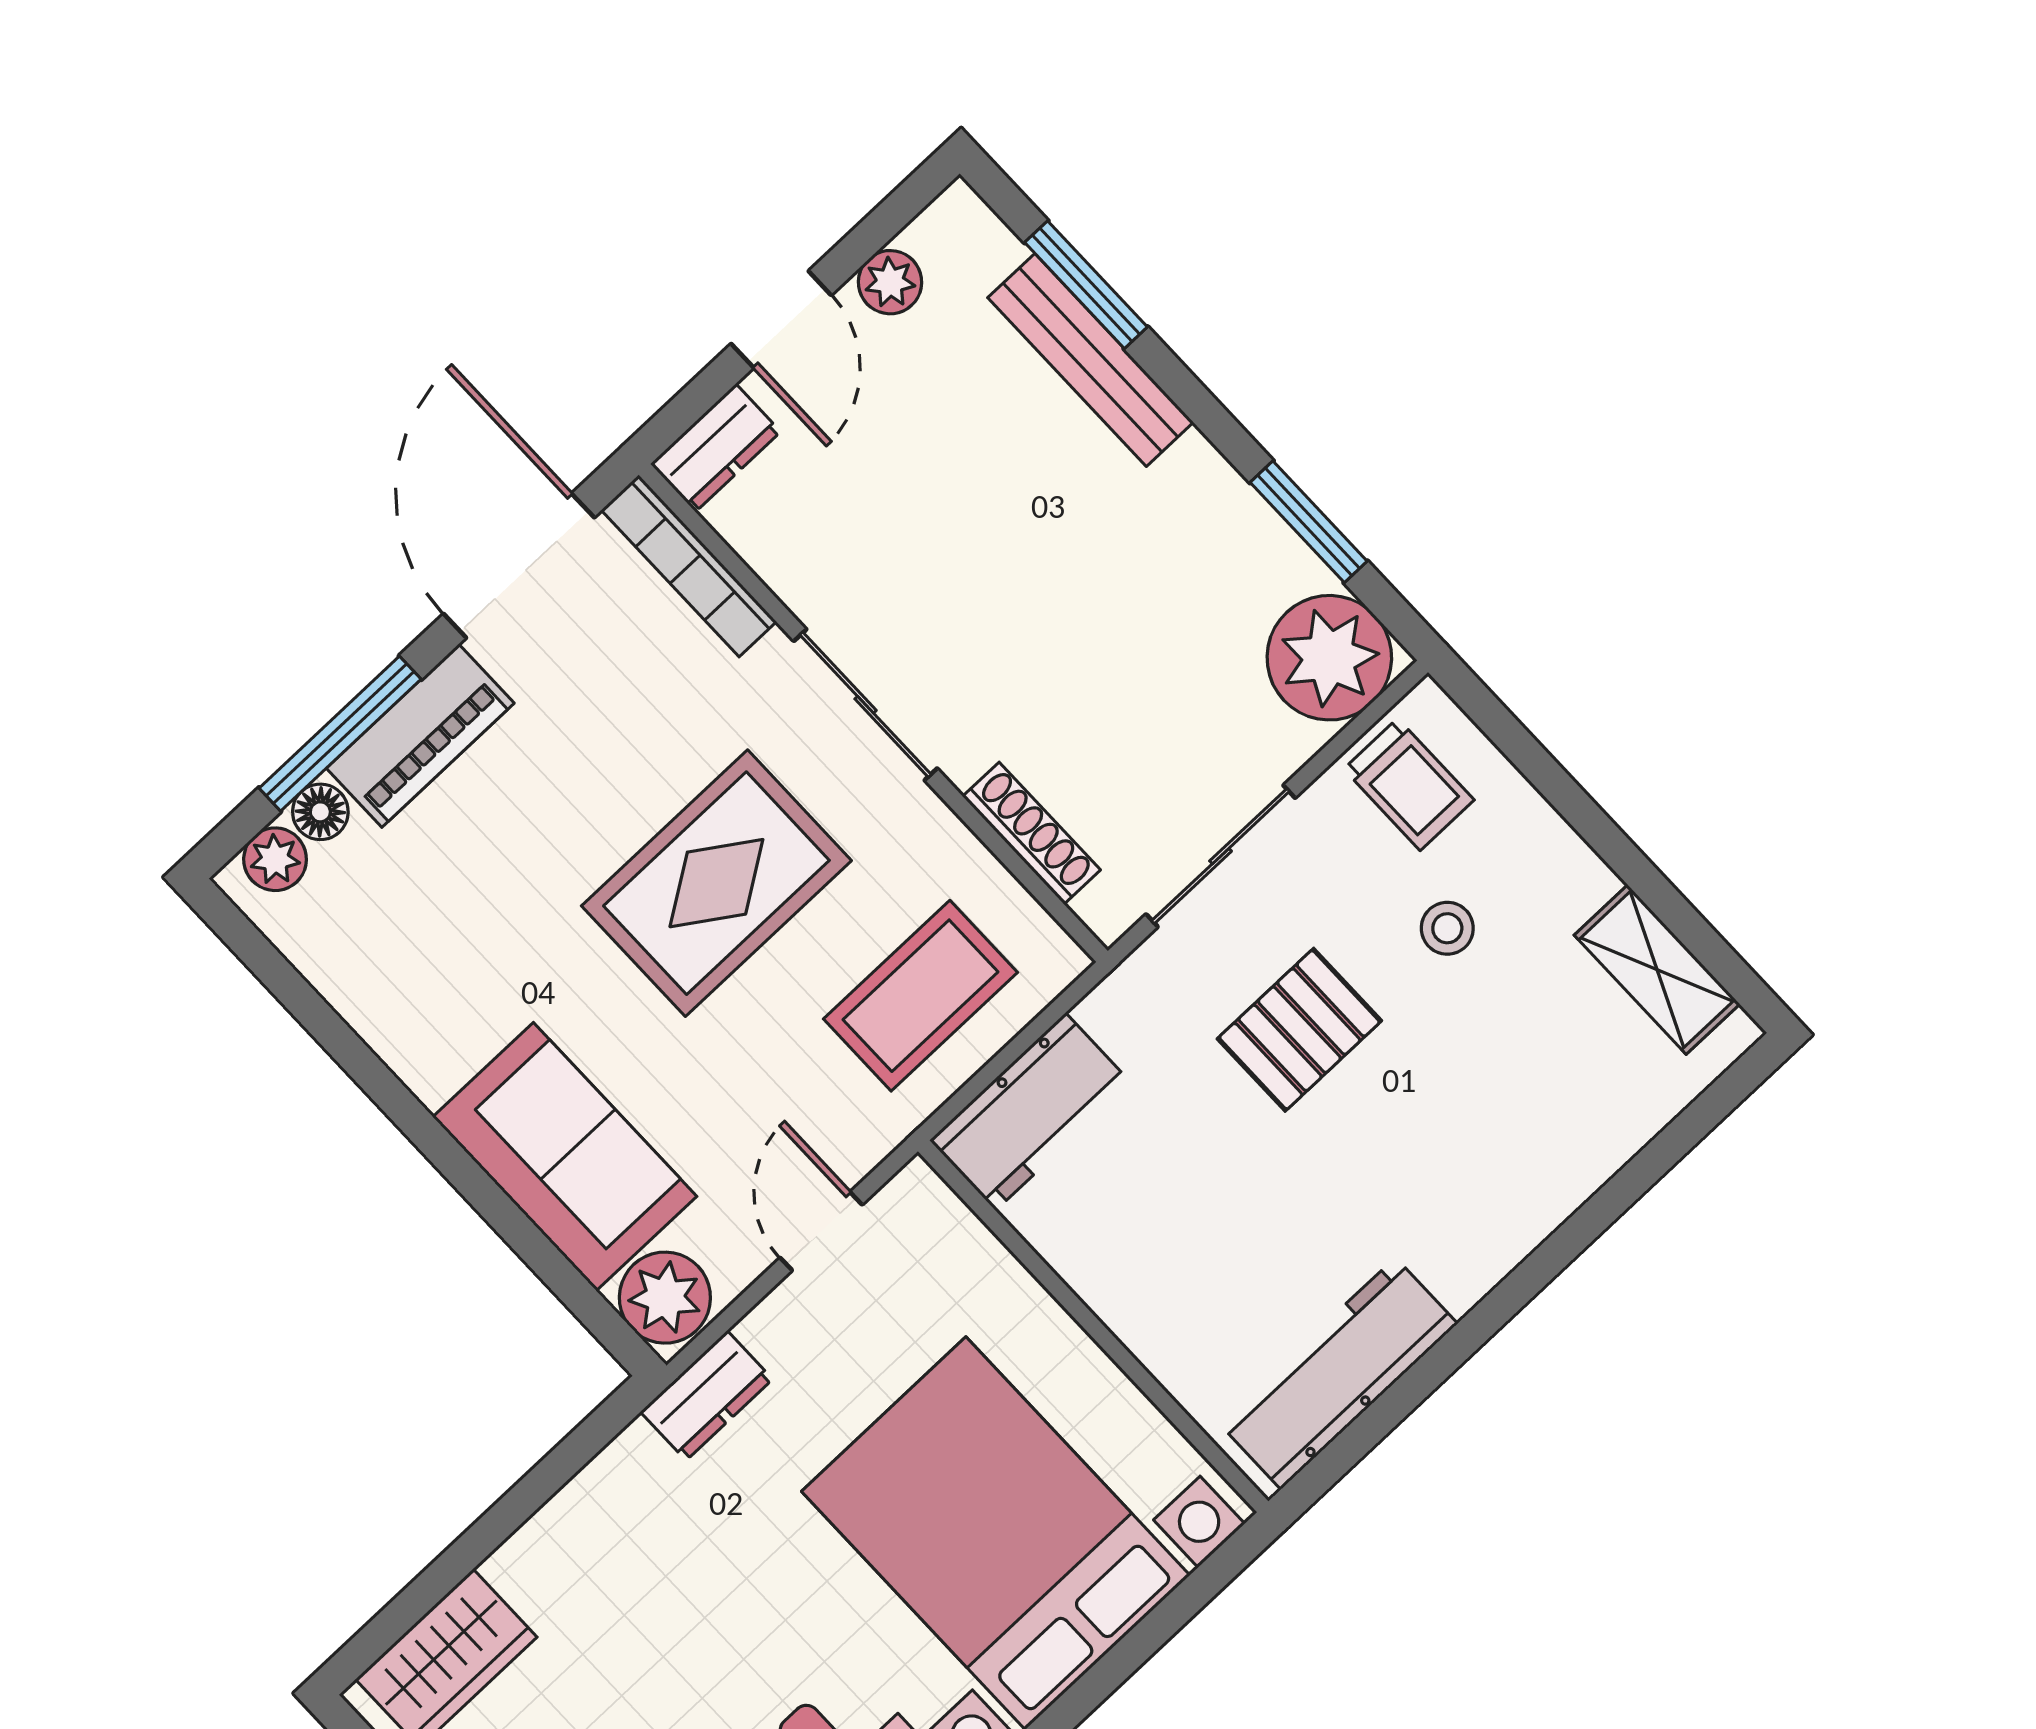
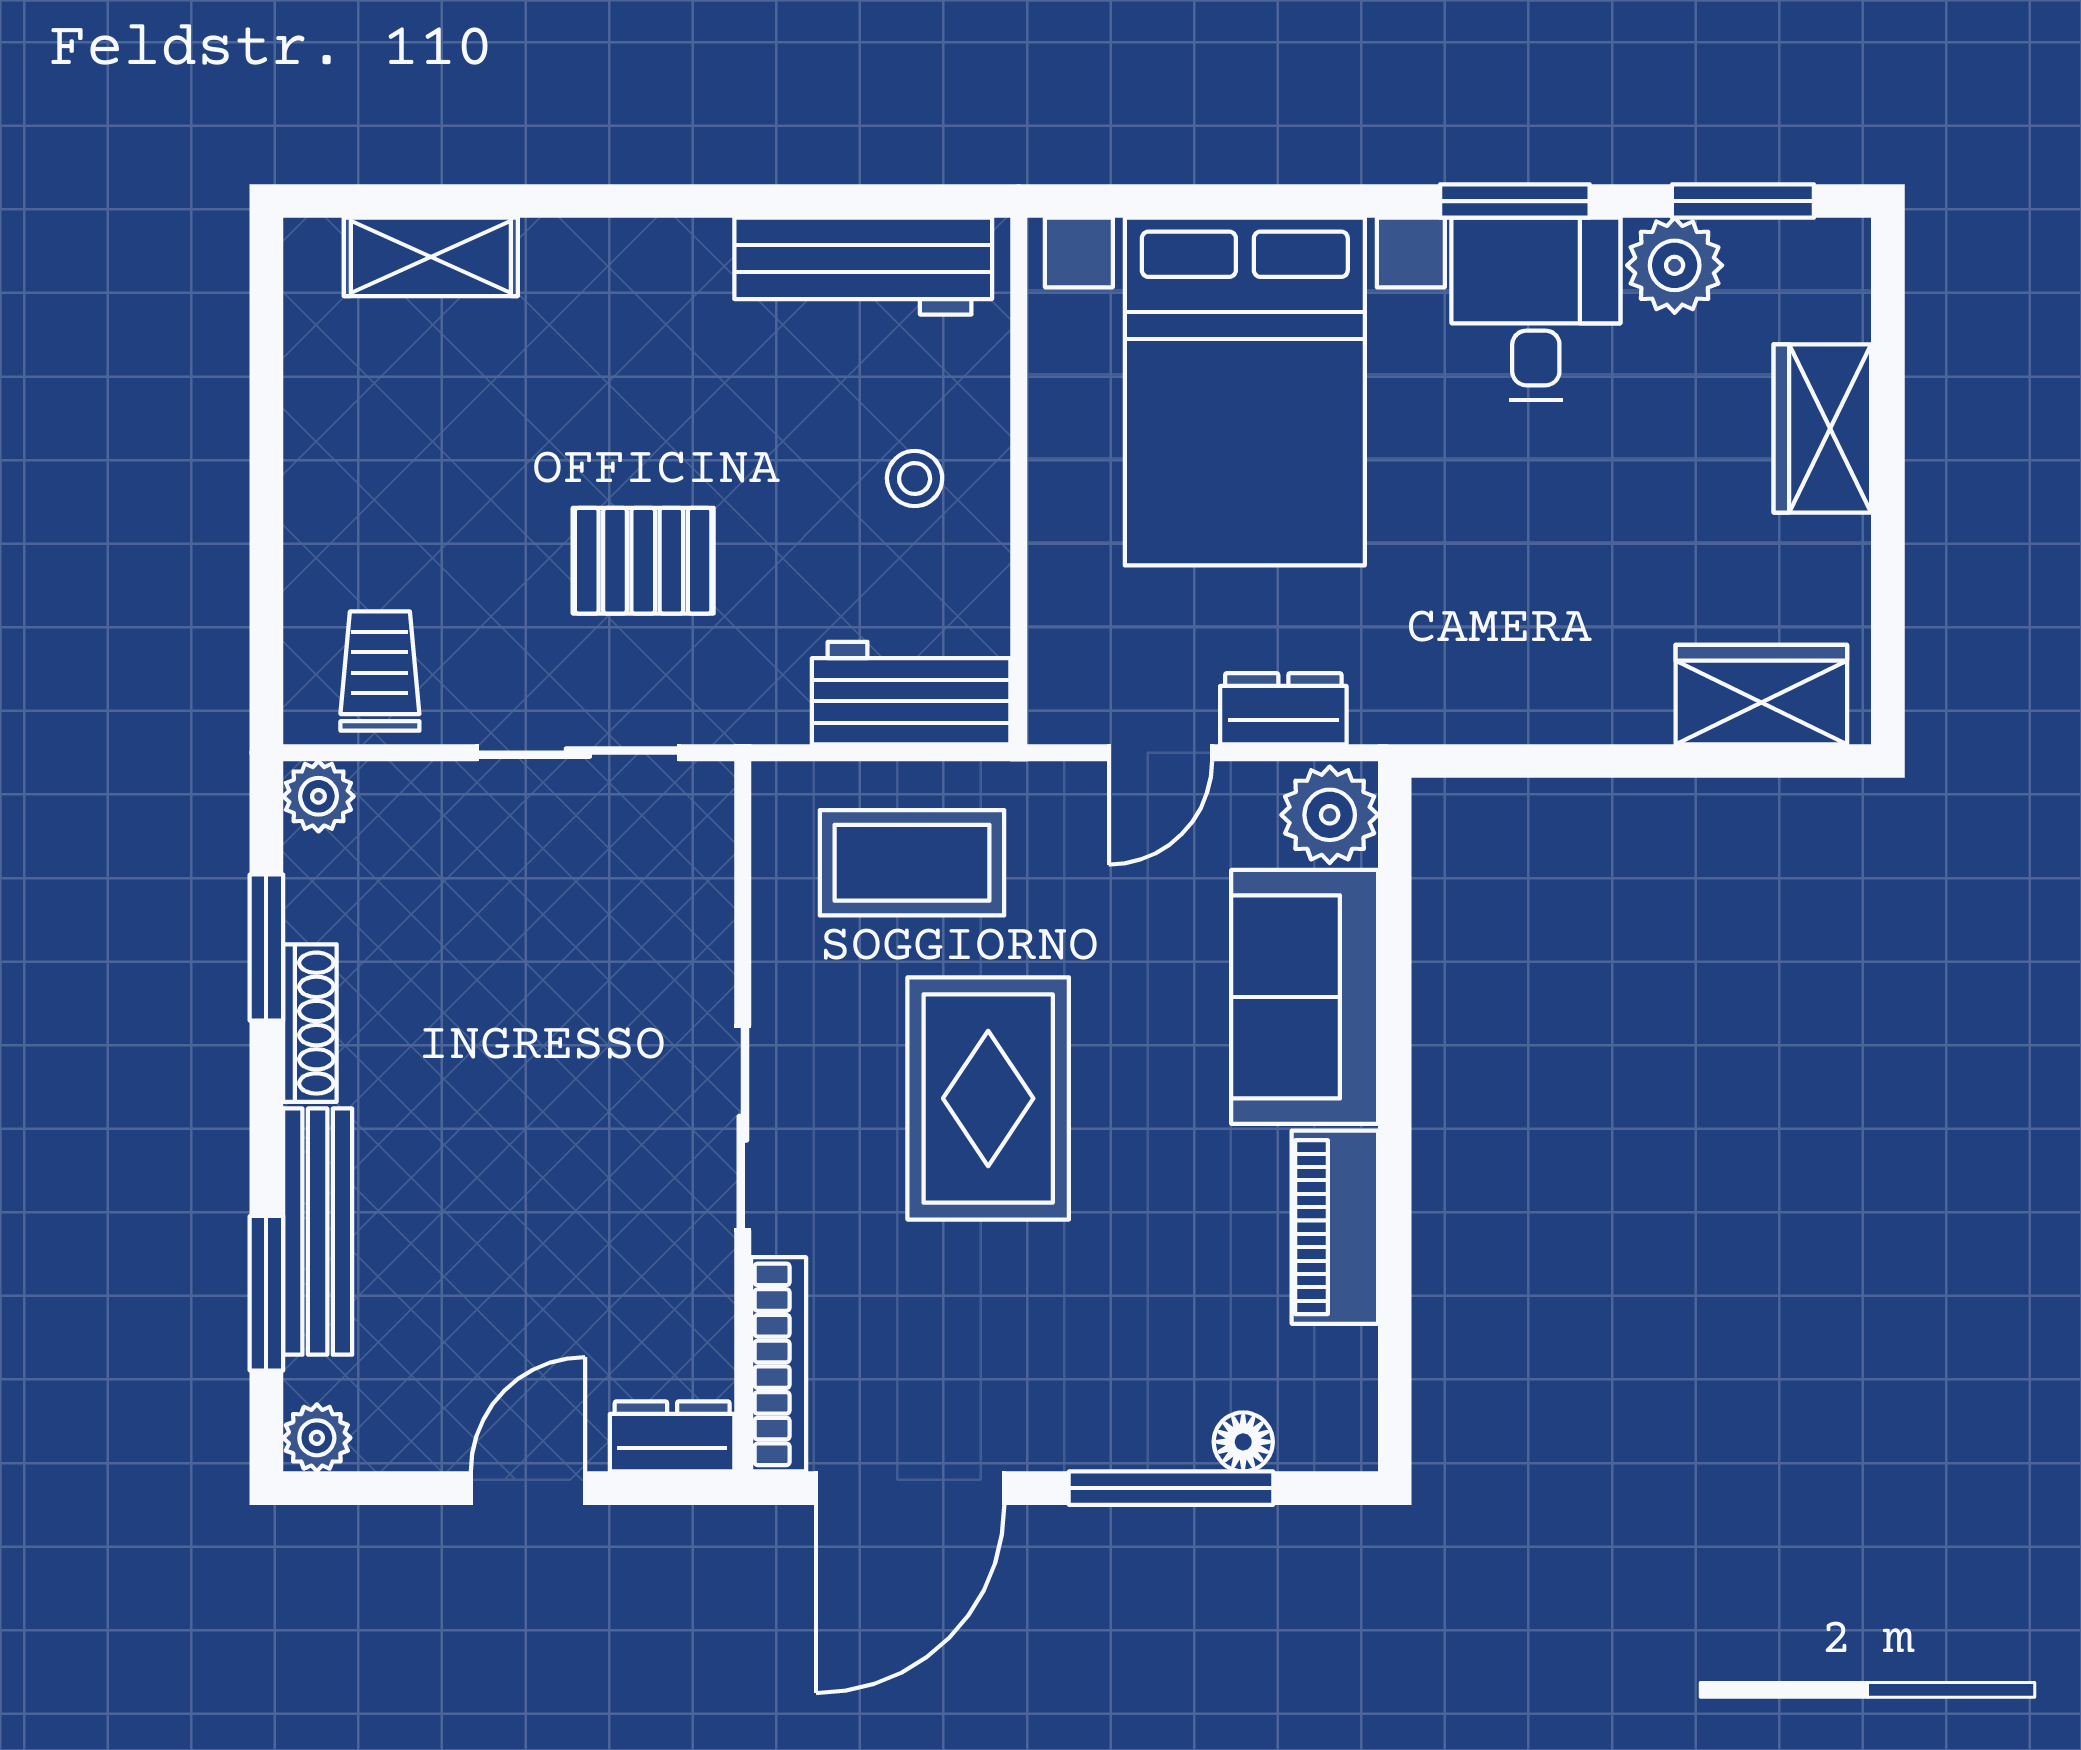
plant: (890, 282) -> (317, 1438), moved
plant: (1329, 658) -> (318, 796), width x0.53, depth x0.53
piano: (420, 736) -> (1335, 1227), moved, turned -90
shoe rack: (1032, 833) -> (310, 1023), moved, turned 180
plant: (275, 859) -> (1313, 1438), removed
rug: (716, 883) -> (988, 1098), turned 90
stool: (1447, 928) -> (915, 479), moved
shelving: (1657, 970) -> (431, 257), moved, turned 90
dresser: (707, 1396) -> (1283, 709), moved

